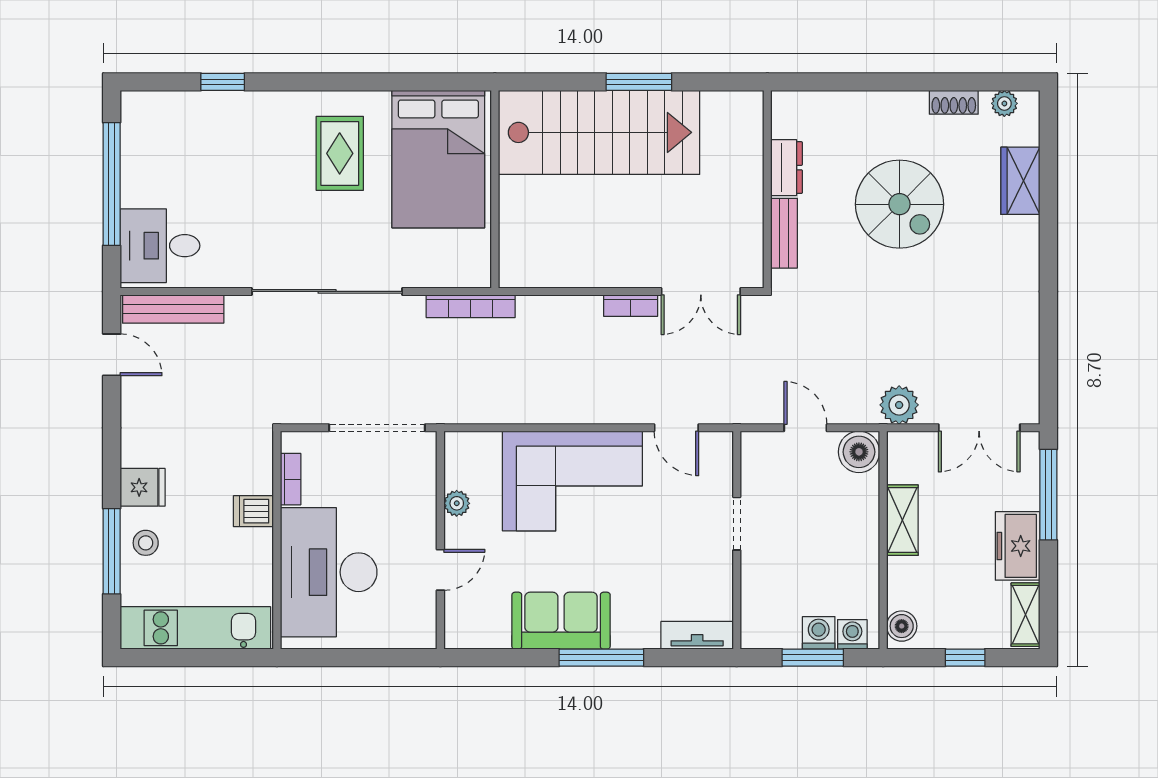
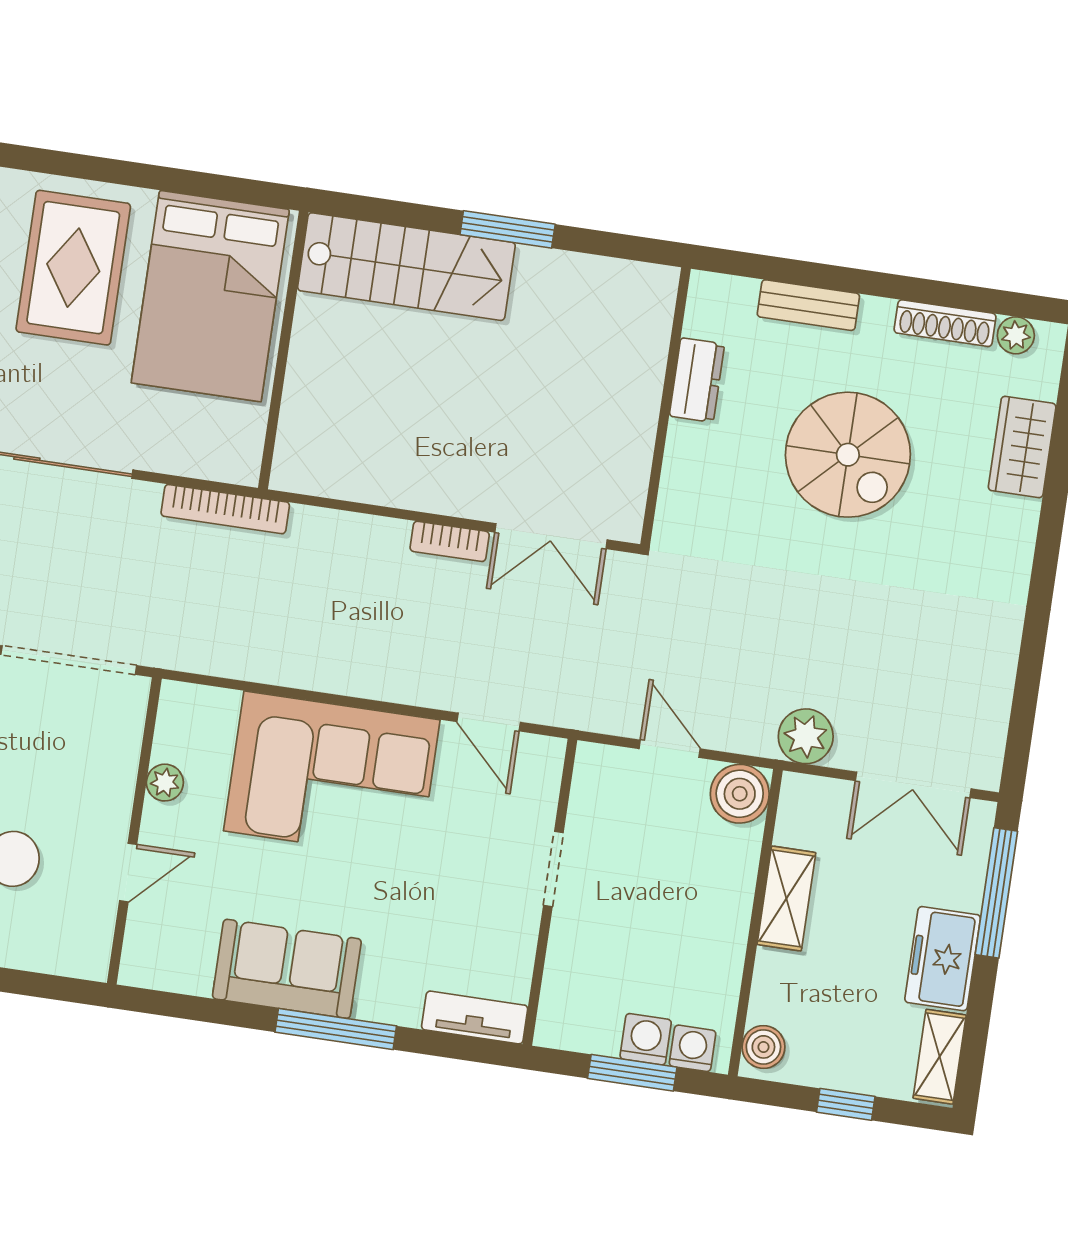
shoe rack: (954, 102) -> (945, 323), width x1.43
stairs: (599, 132) -> (406, 267), width x0.73, depth x0.66
rug: (340, 153) -> (73, 268), width x1.36, depth x1.43
bench: (784, 233) -> (808, 305), moved, turned 90

